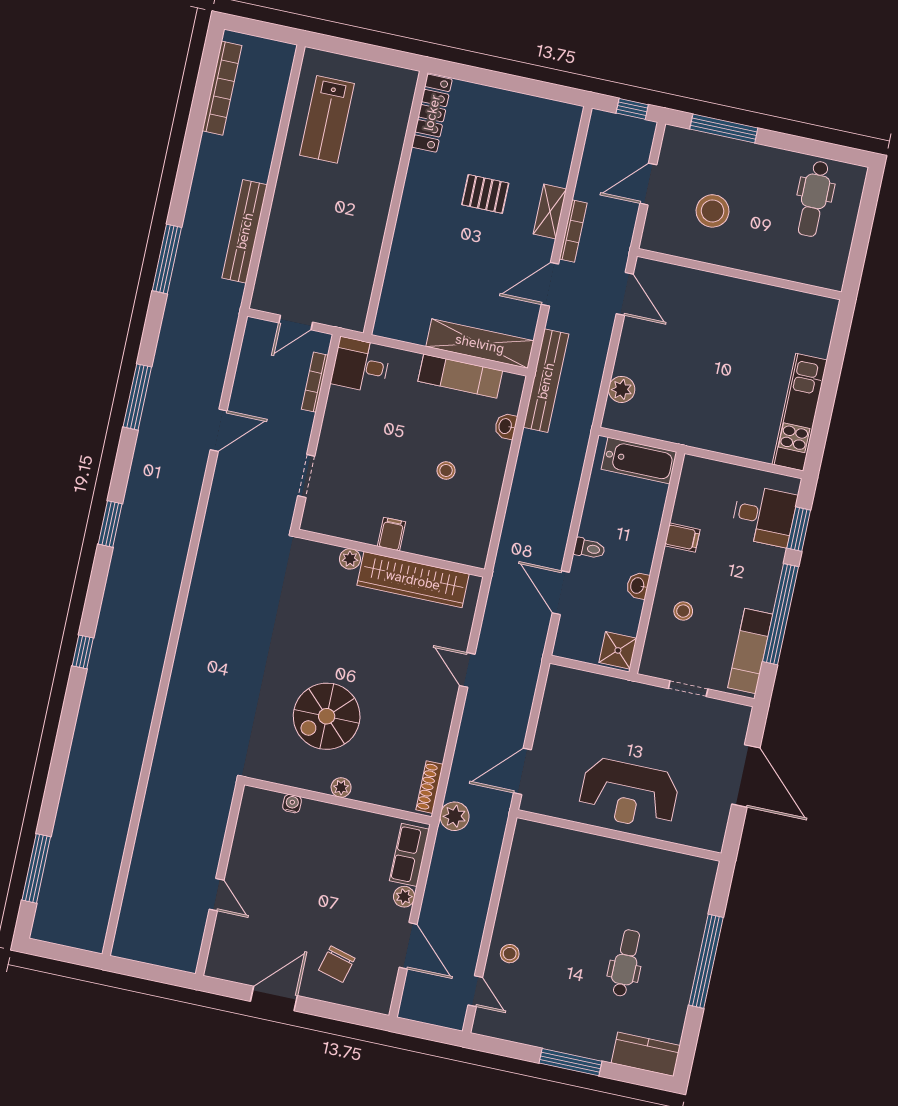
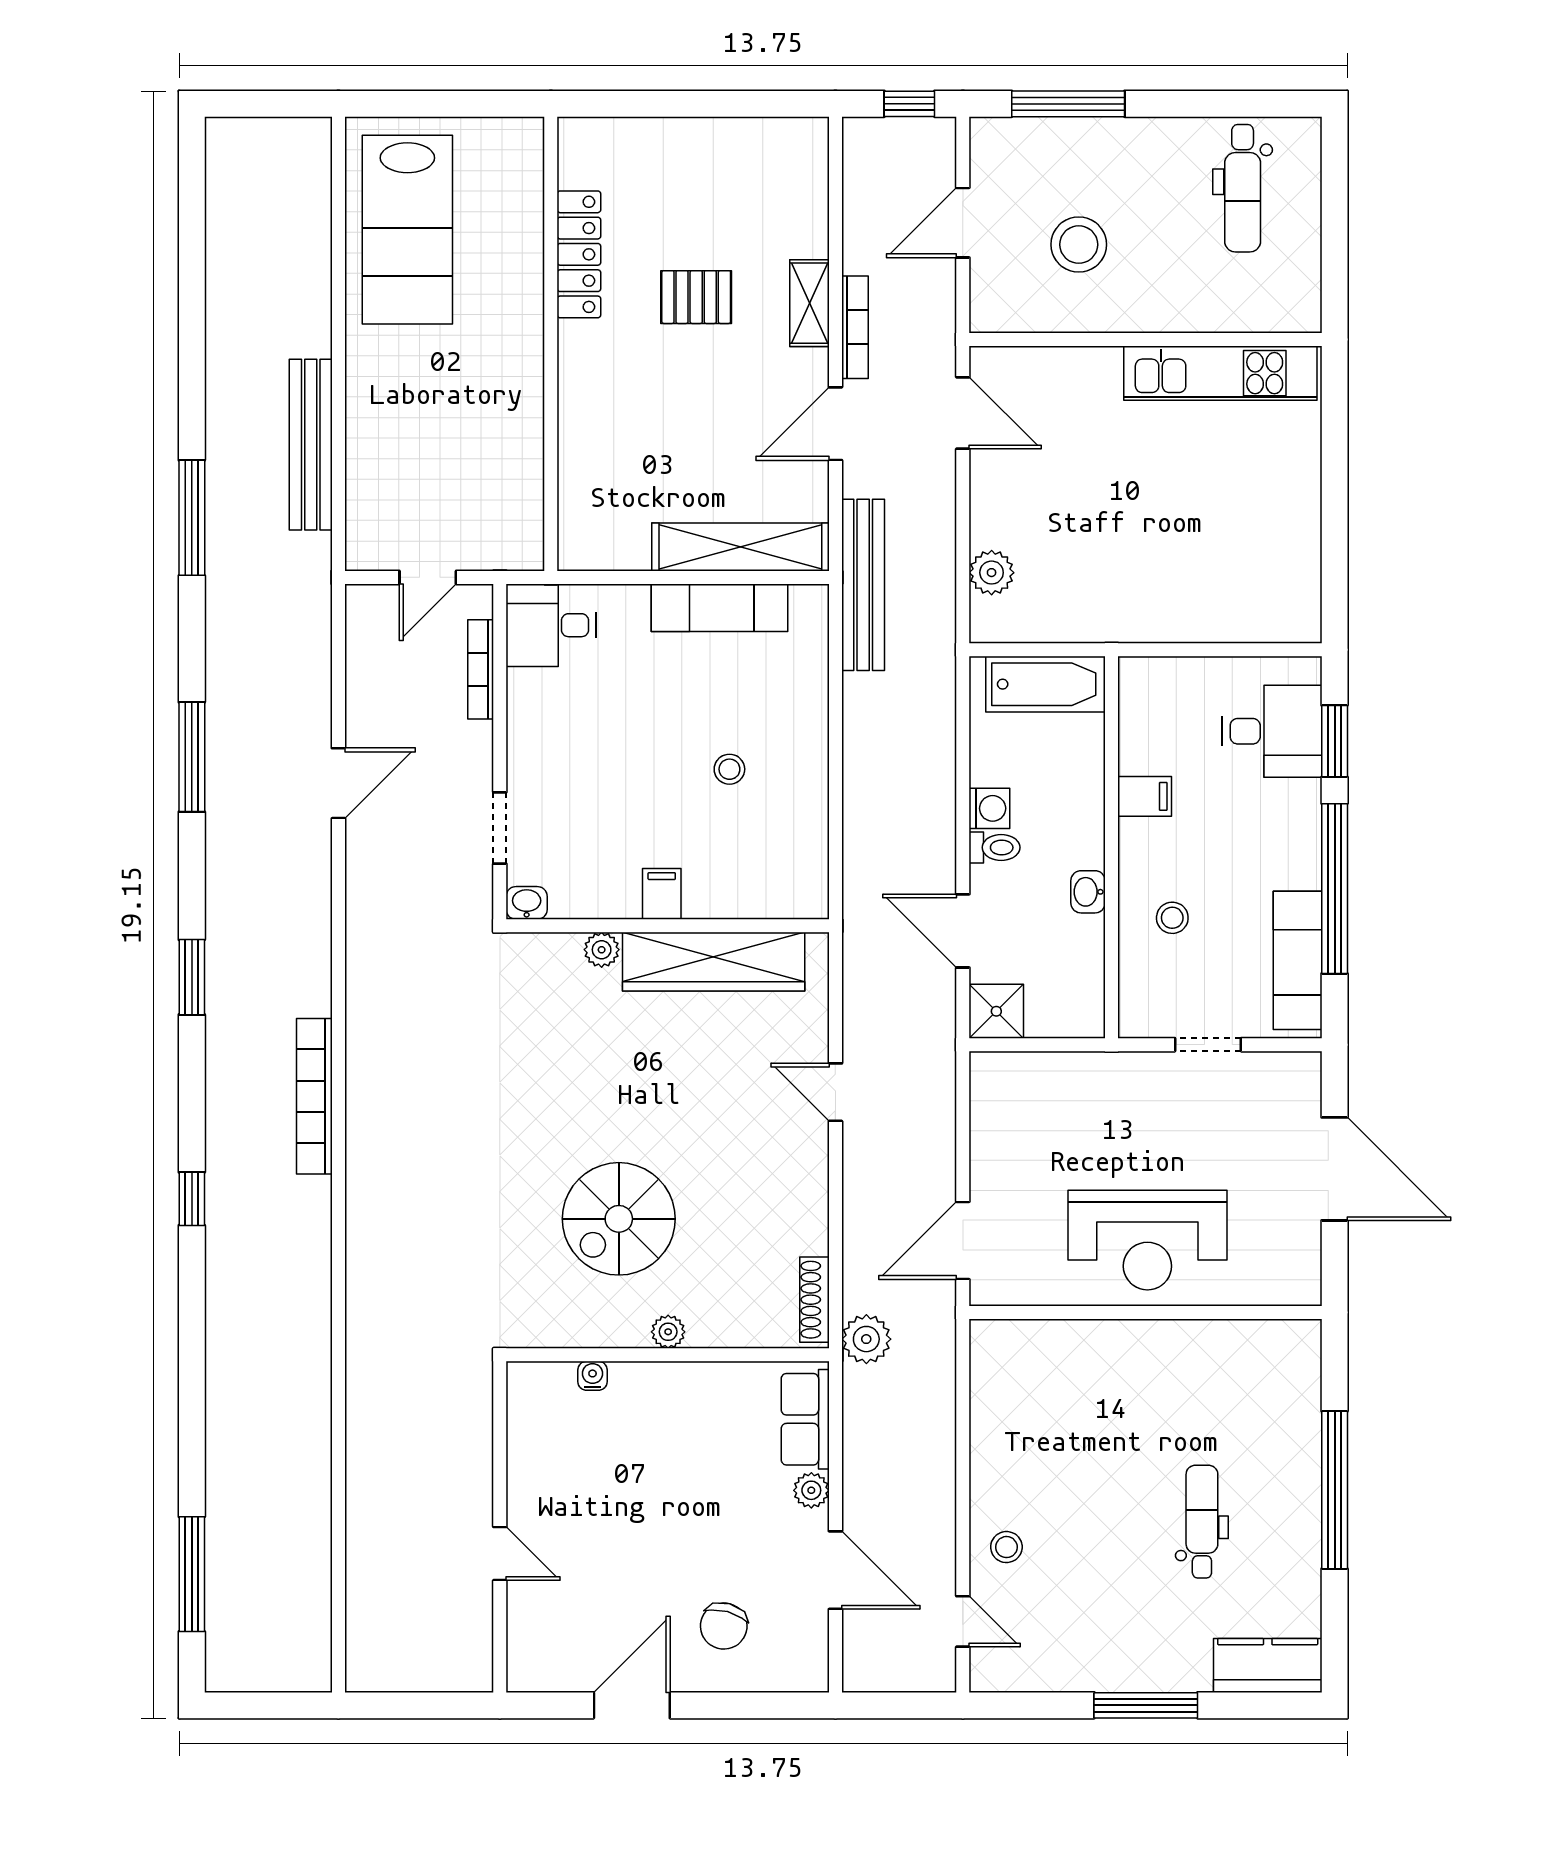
bookcase: (222, 88) -> (314, 1096), moved, turned 180
locker: (432, 113) -> (579, 254), moved
lab bench: (327, 119) -> (407, 230), width x1.36, depth x1.39
kitchen unit: (800, 412) -> (1220, 373), moved, turned -90
washbasin: (506, 426) -> (527, 903), moved, turned 90
washing machine: (591, 525) -> (989, 808), added
shower: (618, 650) -> (996, 1011), moved

